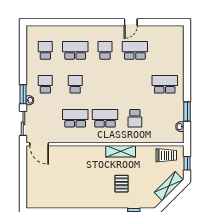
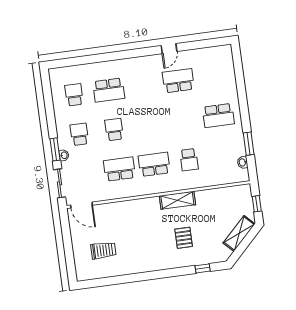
school desk: (75, 50) -> (109, 90), turned 180
school desk: (105, 50) -> (144, 85), removed
school desk: (165, 84) -> (218, 115), turned 180
trolley: (166, 155) -> (103, 250), moved

